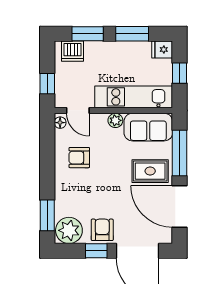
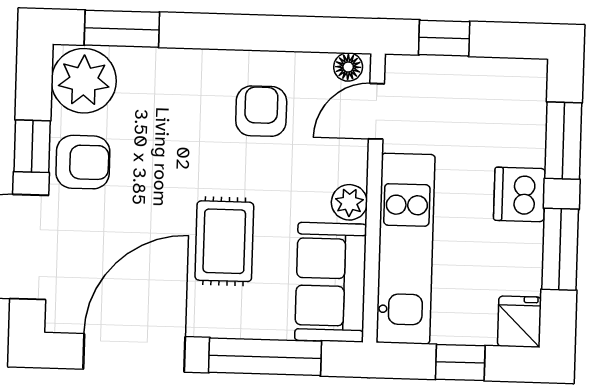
dishwasher: (73, 51) -> (519, 194), moved
rug: (150, 171) -> (224, 241), moved

